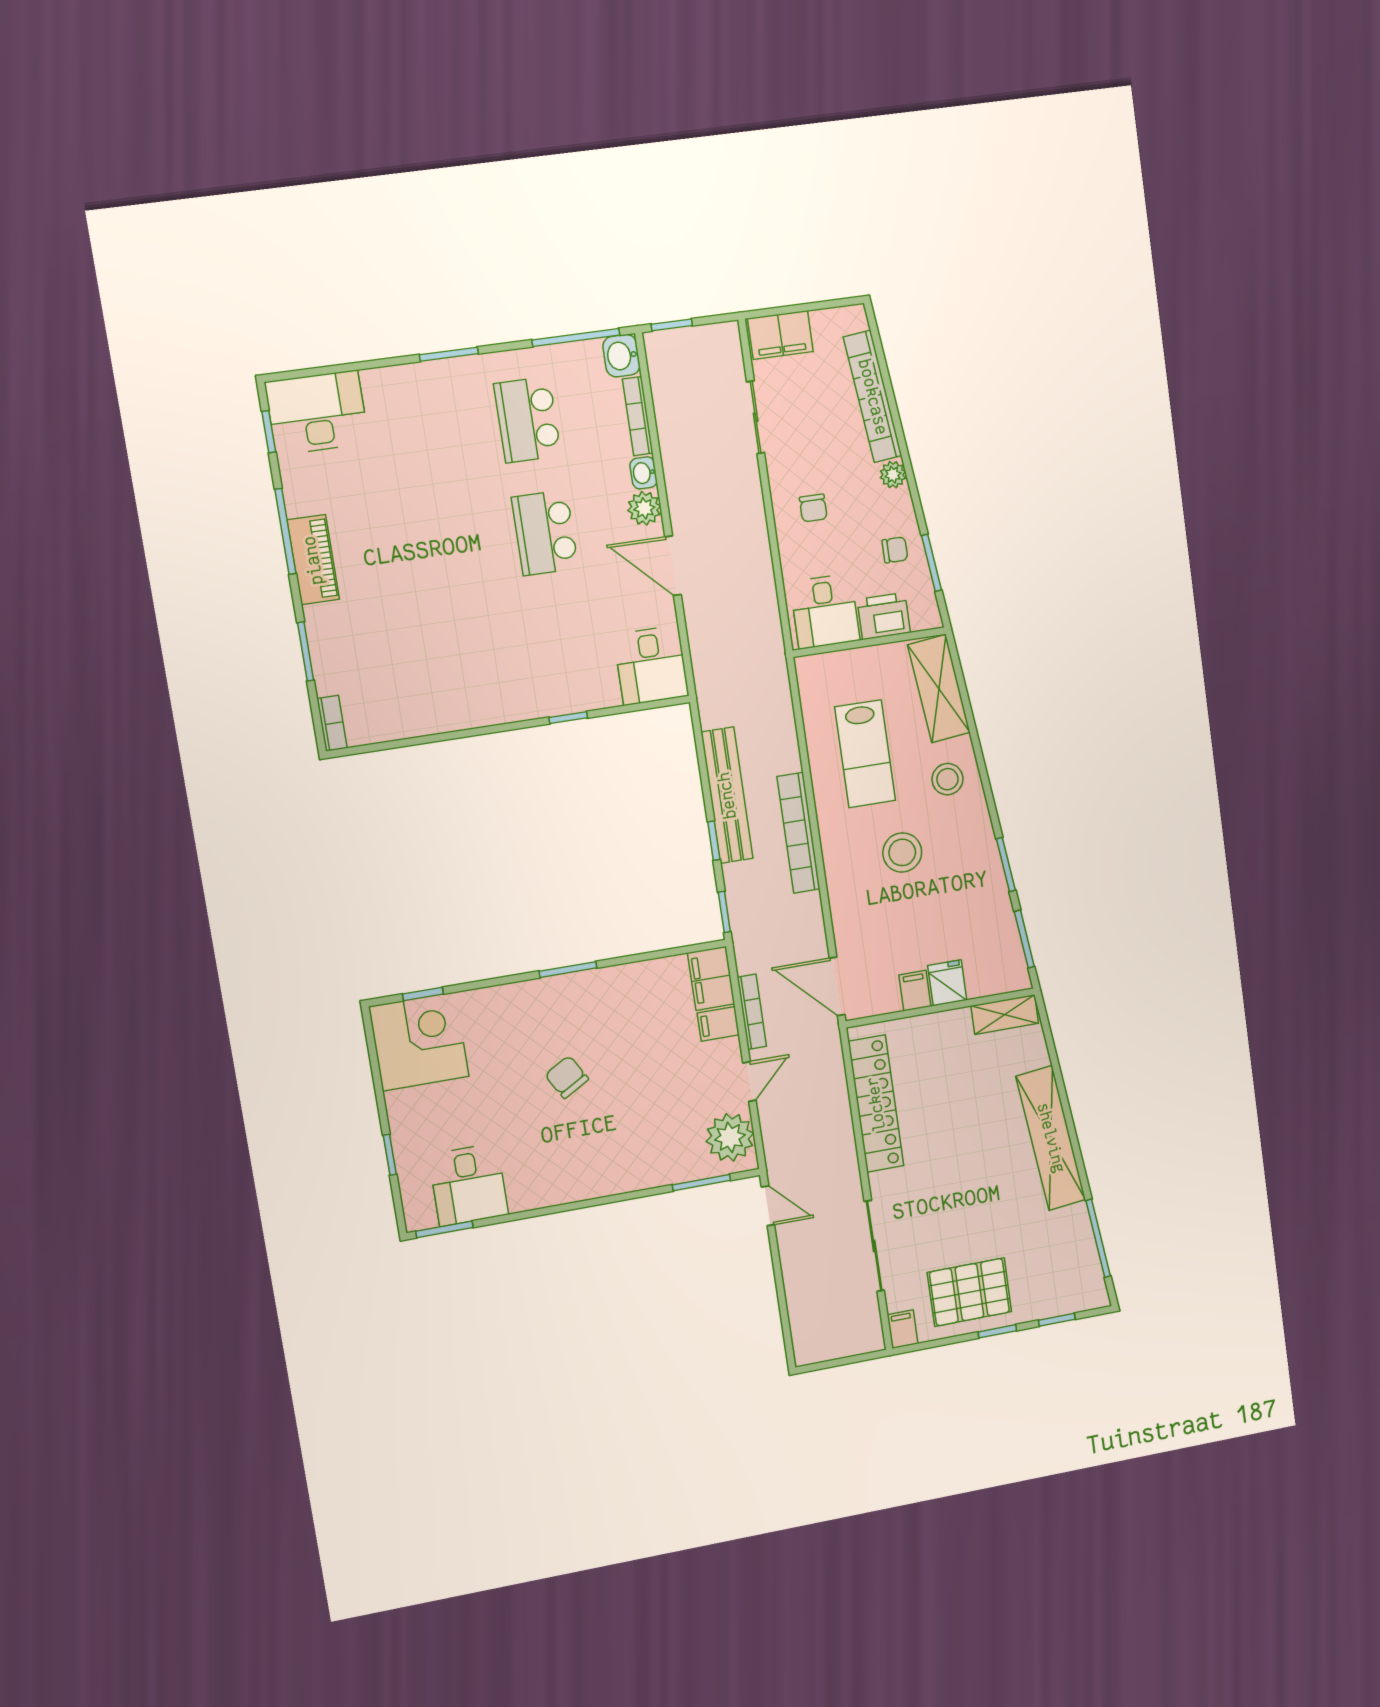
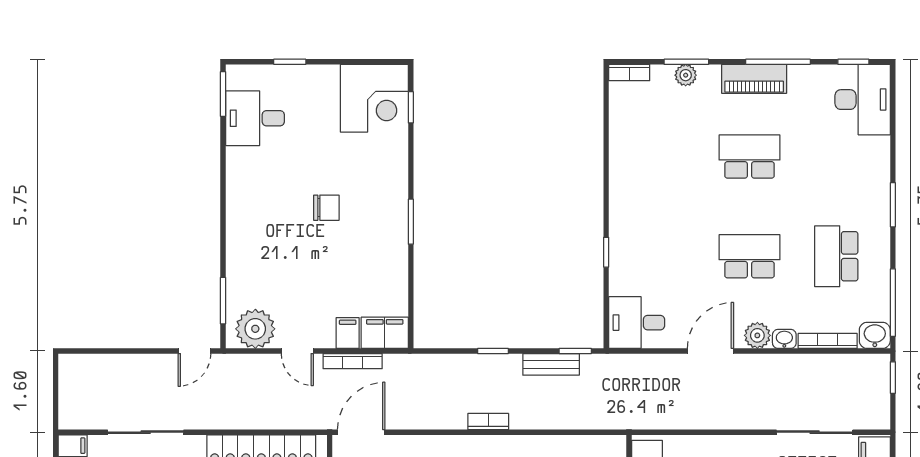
sliding door: (756, 417) -> (815, 432), width x1.37
school desk: (527, 420) -> (836, 256), turned -90
school desk: (416, 551) -> (750, 157), added
plant: (323, 650) -> (686, 75), added
bench: (727, 795) -> (551, 364), width x0.54, depth x0.82
bookcase: (799, 833) -> (488, 422), width x0.43, depth x0.76
window: (724, 912) -> (575, 351), moved
chair: (567, 1077) -> (326, 208), turned 30

